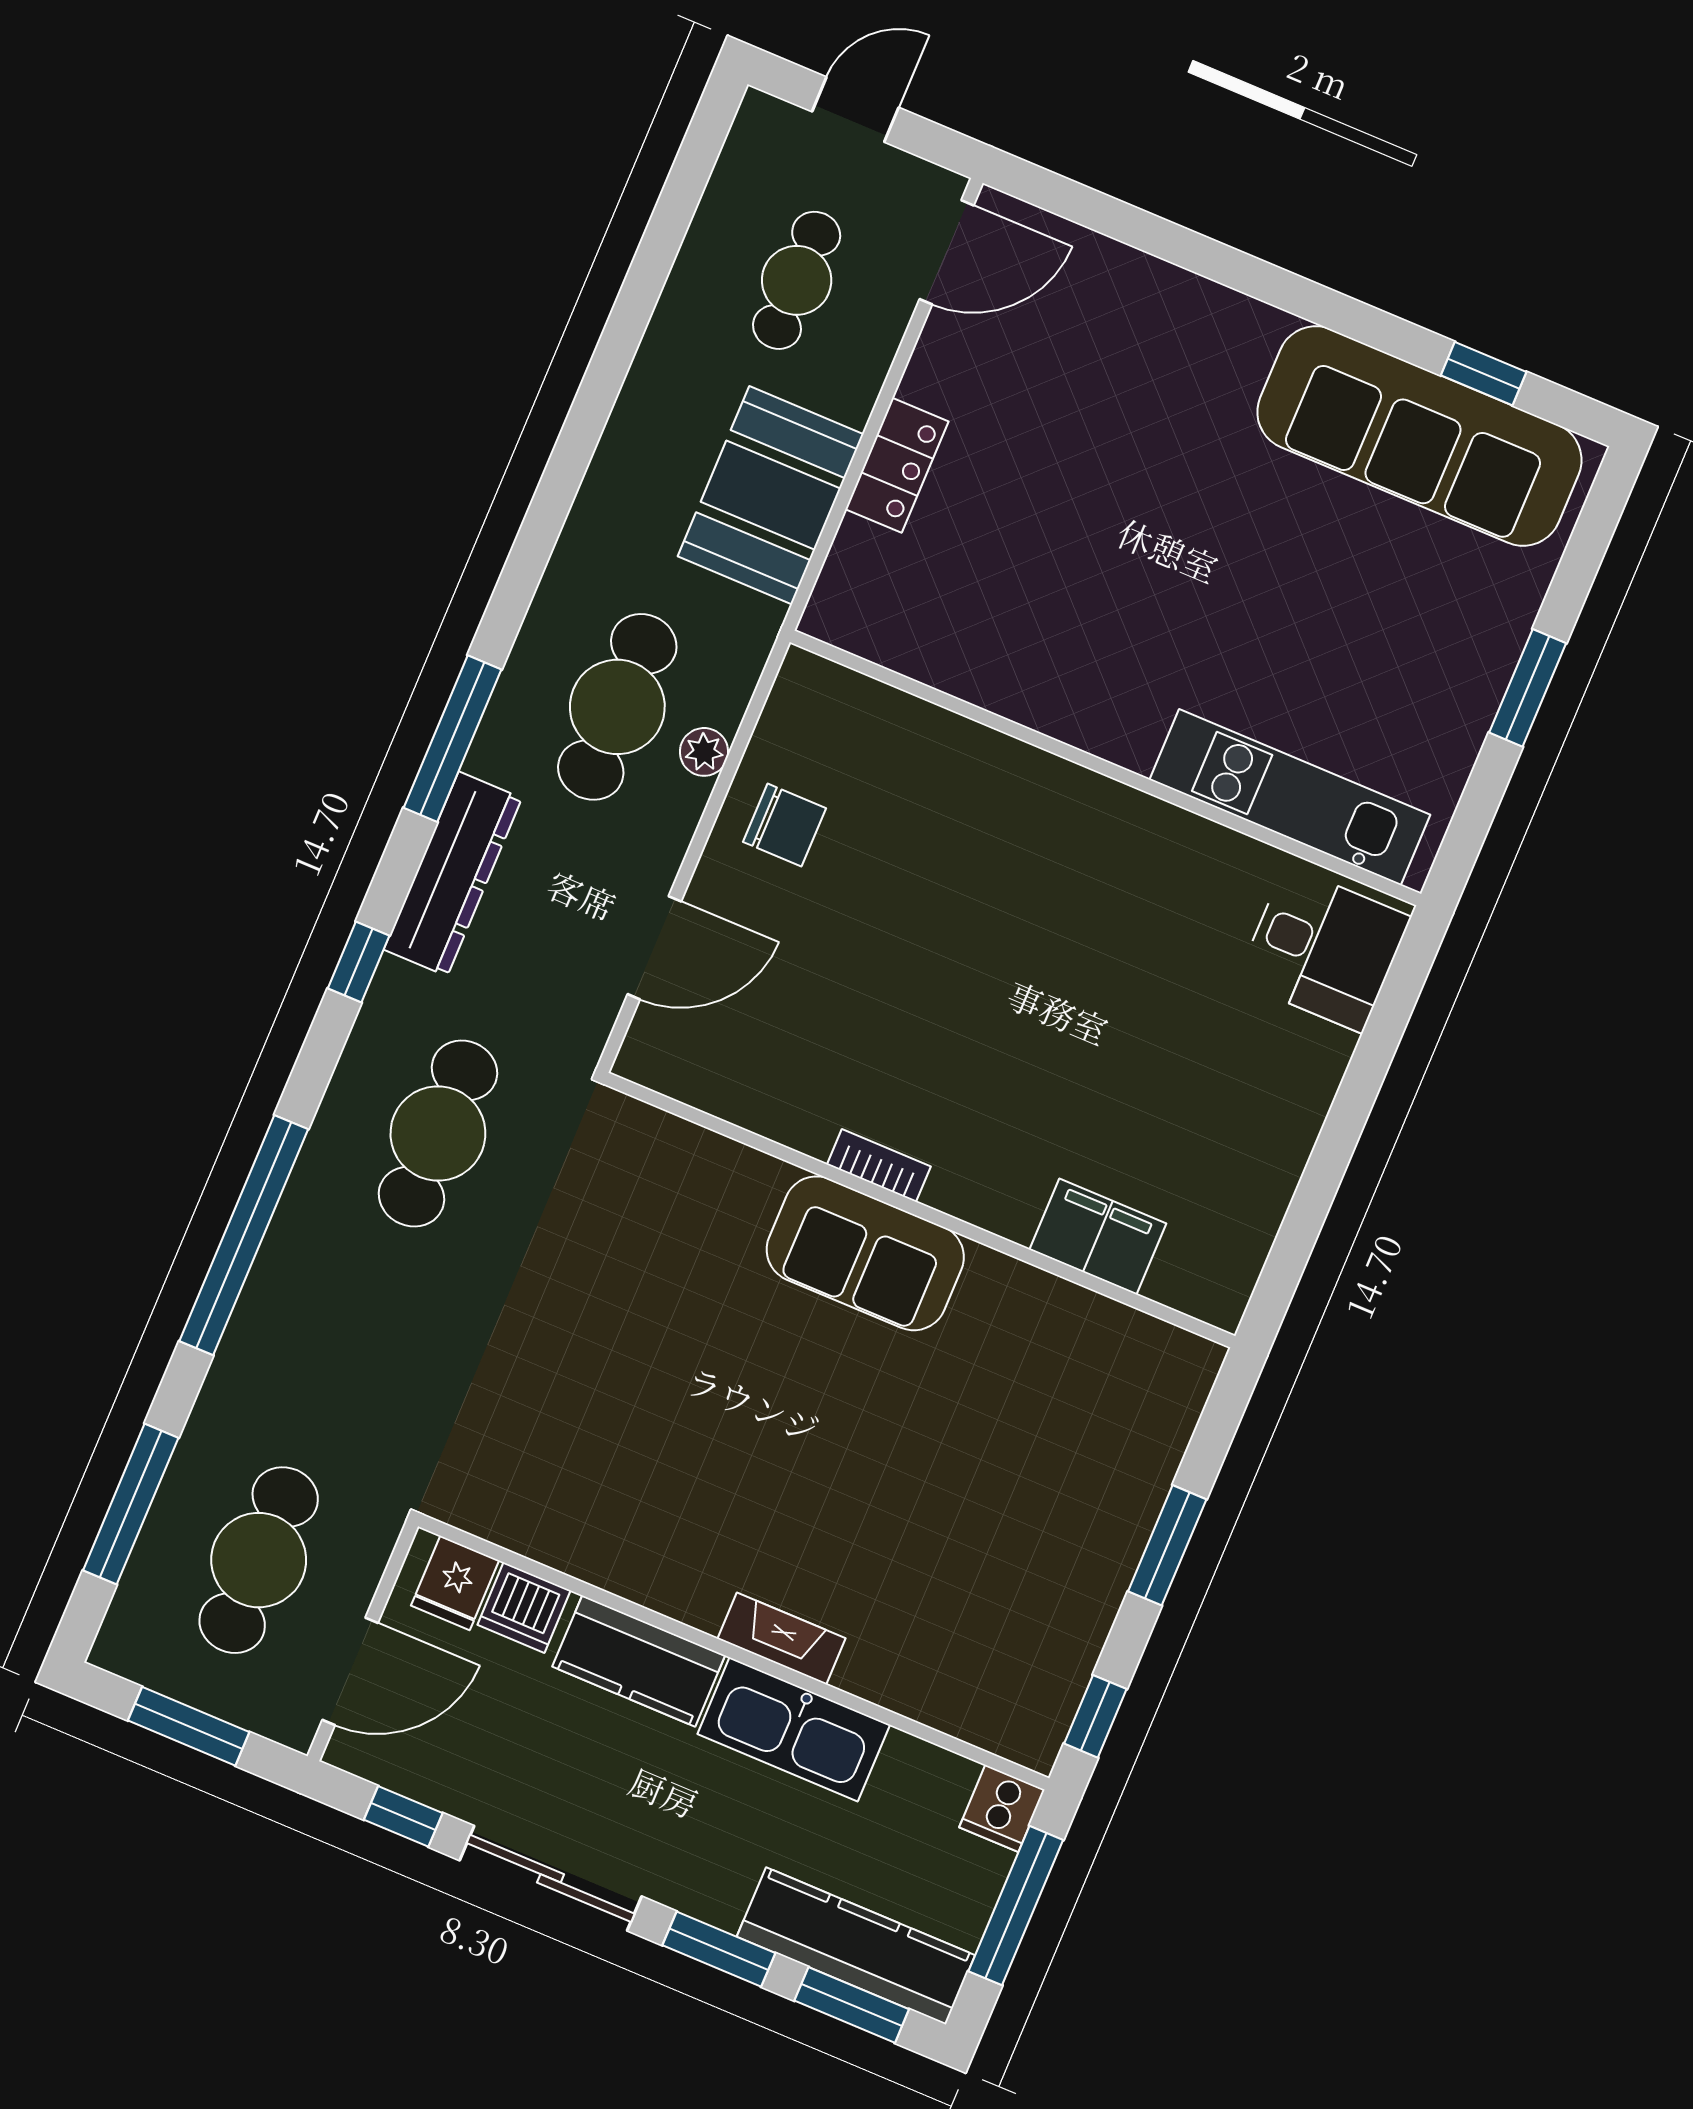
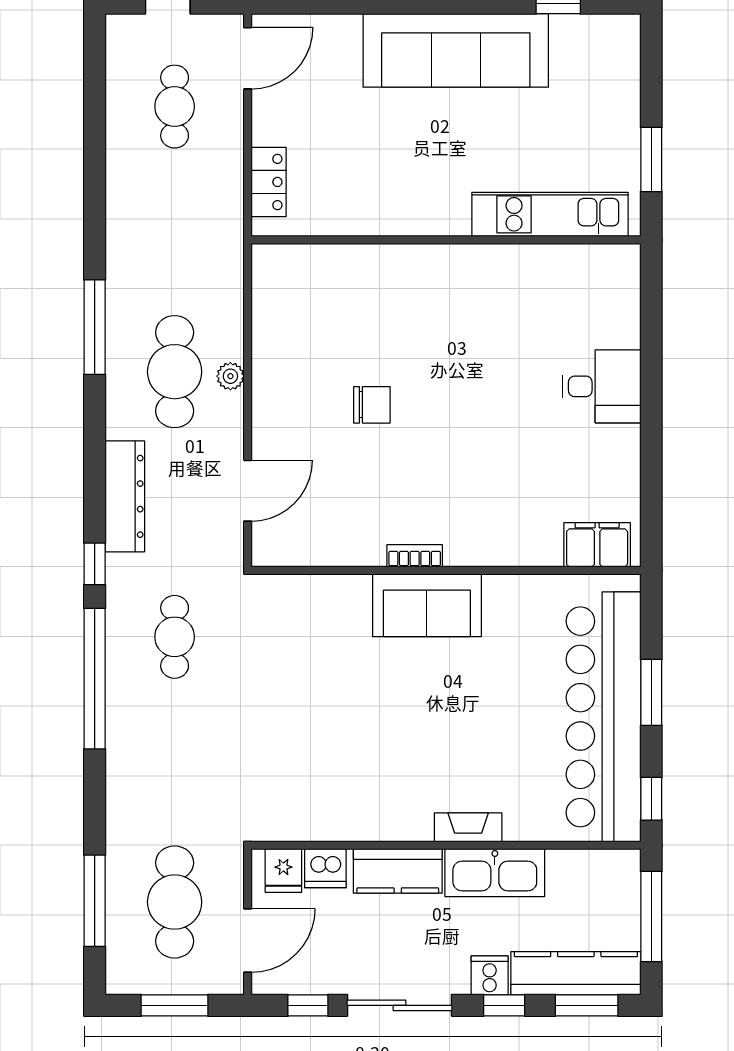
sofa: (1419, 436) -> (456, 50), moved
booth: (771, 495) -> (209, 226), removed
window: (452, 739) -> (95, 327), moved
wall: (1105, 768) -> (446, 240), moved
kitchen unit: (1290, 797) -> (550, 214), moved
chair: (785, 825) -> (372, 405), moved
desk: (1324, 949) -> (602, 386), moved
cafe table: (438, 1133) -> (175, 637), width x0.73, depth x0.74
window: (244, 1235) -> (95, 679), moved
filing cabinet: (1098, 1237) -> (597, 545), moved
bar counter: (1074, 1552) -> (604, 717), added
cooker: (1002, 1808) -> (490, 975), moved, turned 180
window: (719, 1949) -> (504, 1005), width x0.67

